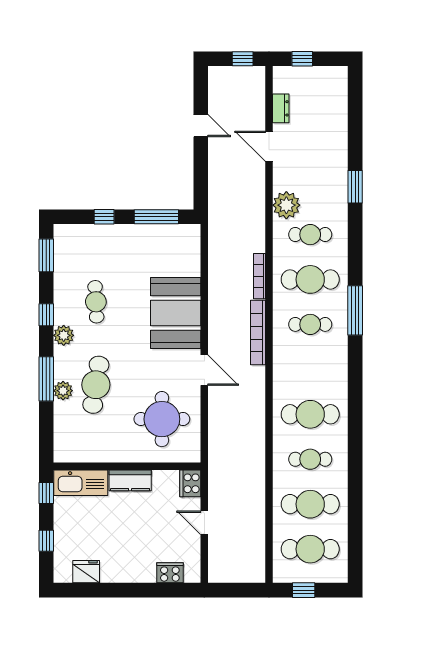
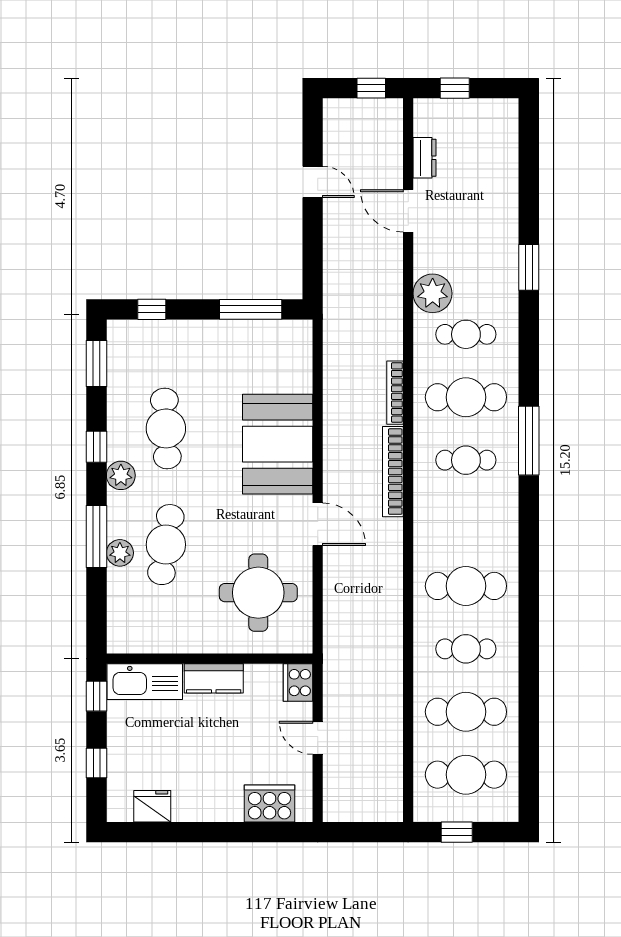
window: (104, 217) -> (152, 309), moved
cafe table: (96, 302) -> (166, 428), width x1.37, depth x1.35
cooker: (170, 573) -> (270, 803), width x1.37, depth x1.31

